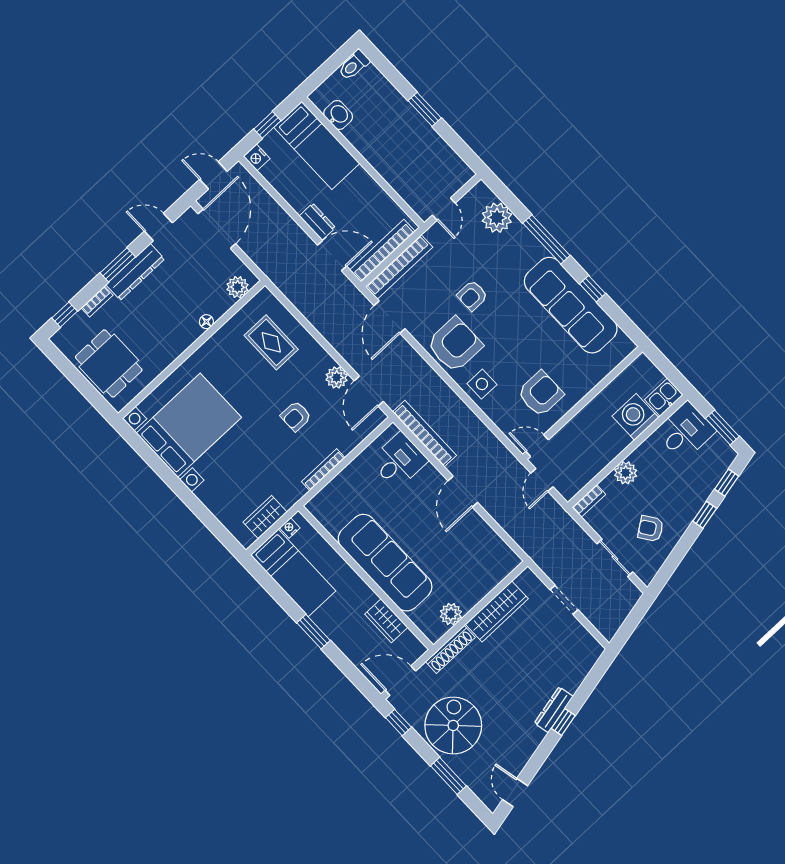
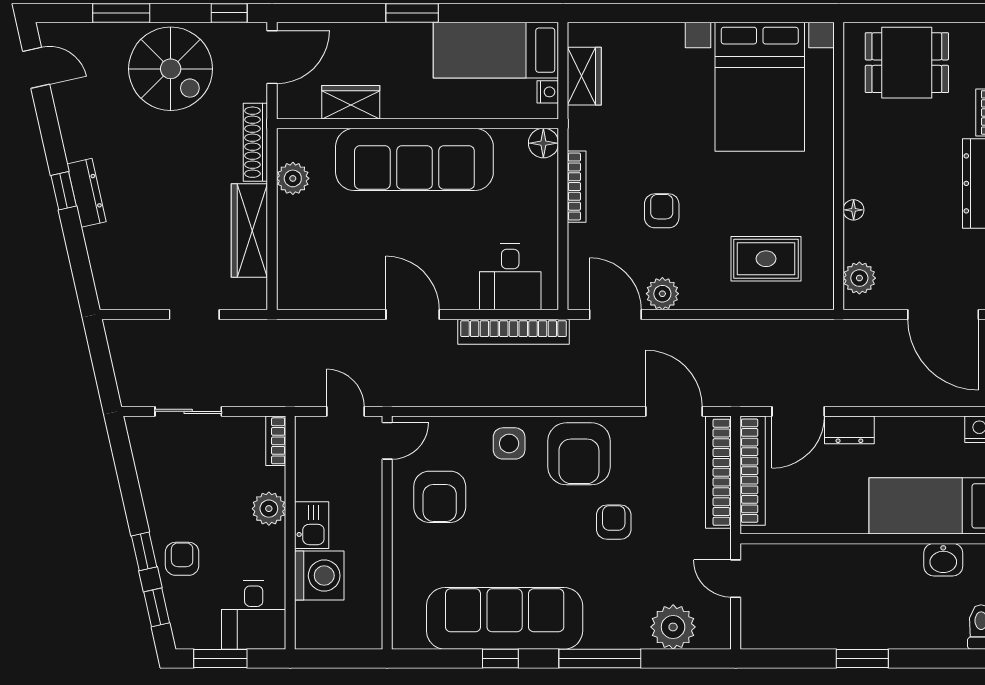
kitchen sink: (664, 397) -> (312, 525), moved
floor lamp: (317, 506) -> (543, 143), added
armchair: (651, 529) -> (182, 559), moved, turned -55

